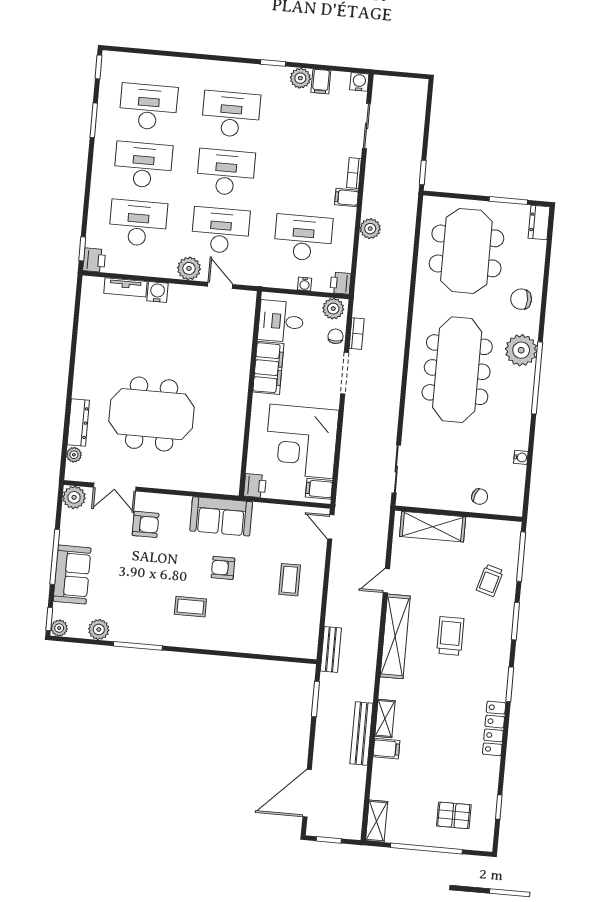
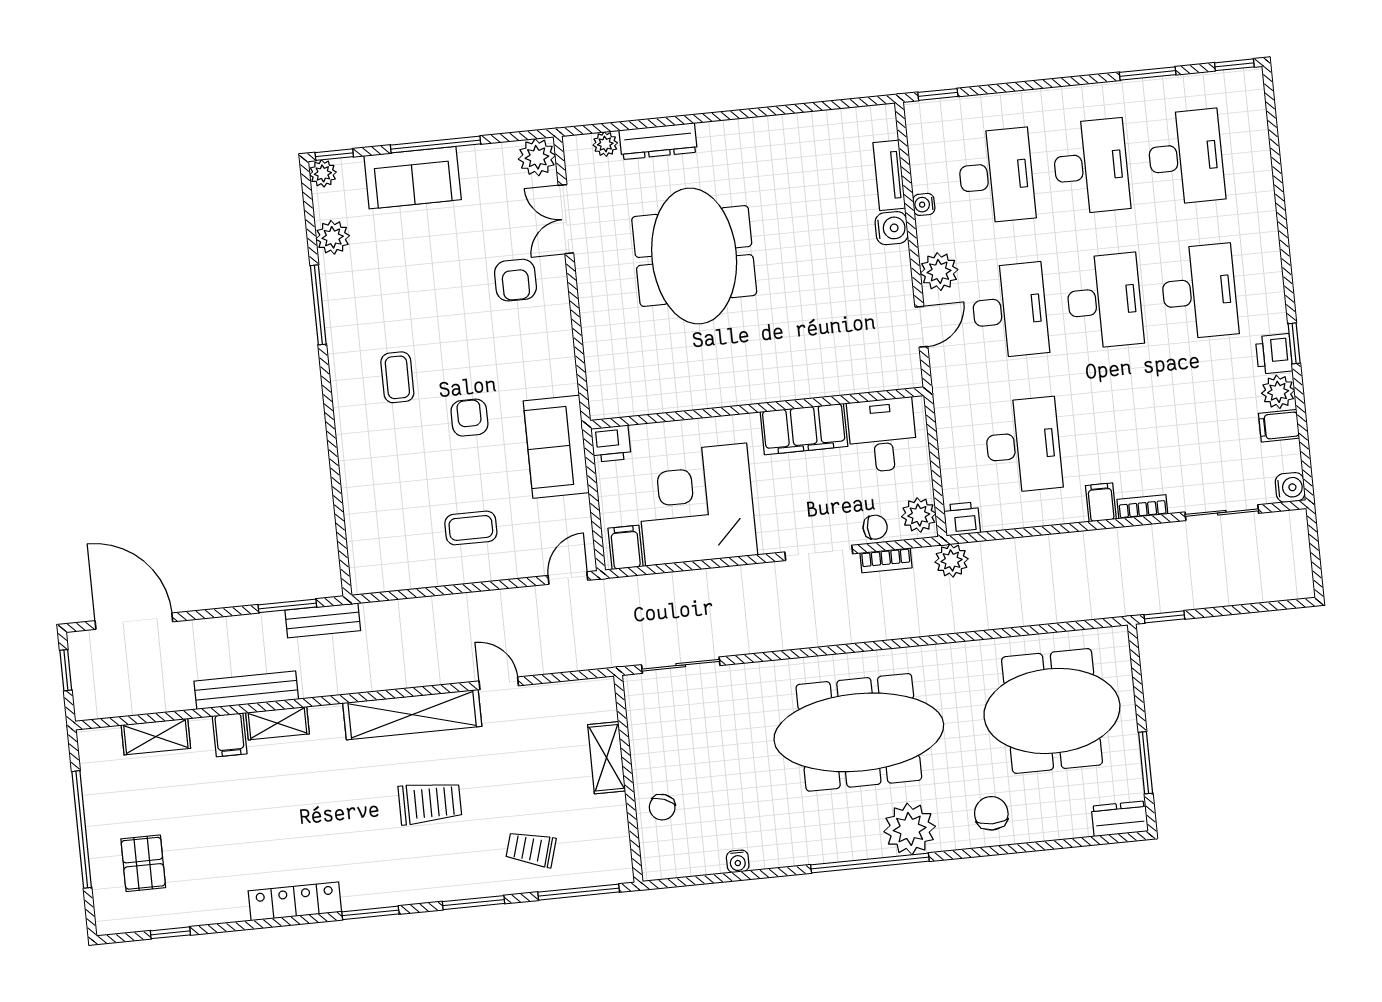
plant: (370, 229) -> (952, 560), moved
printer: (94, 260) -> (1274, 354), moved, turned 90
water cooler: (305, 284) -> (924, 204), moved
sofa: (221, 516) -> (556, 447), moved
shelving: (433, 527) -> (607, 758), width x0.67, depth x0.75
bench: (331, 650) -> (323, 620), moved
shelving: (377, 821) -> (156, 737), moved

